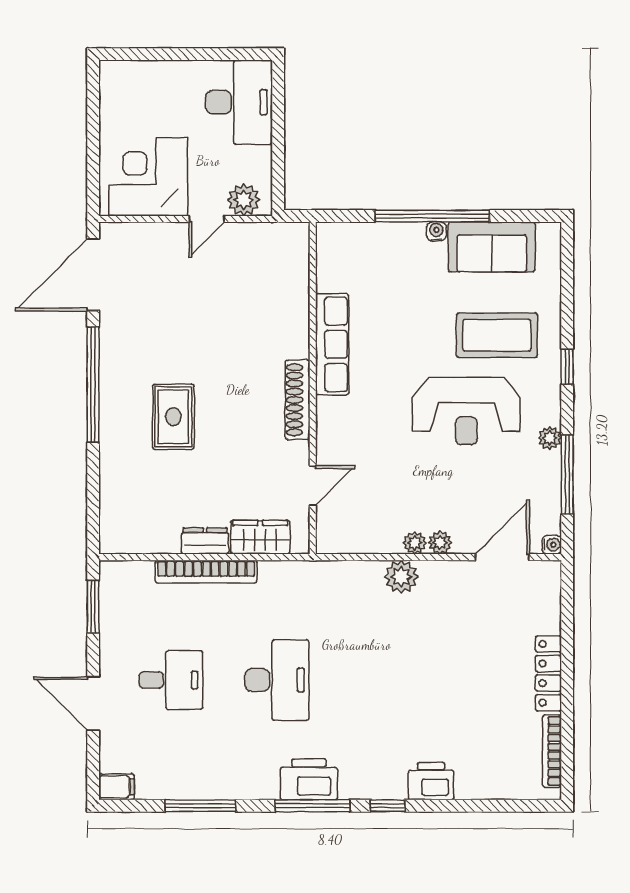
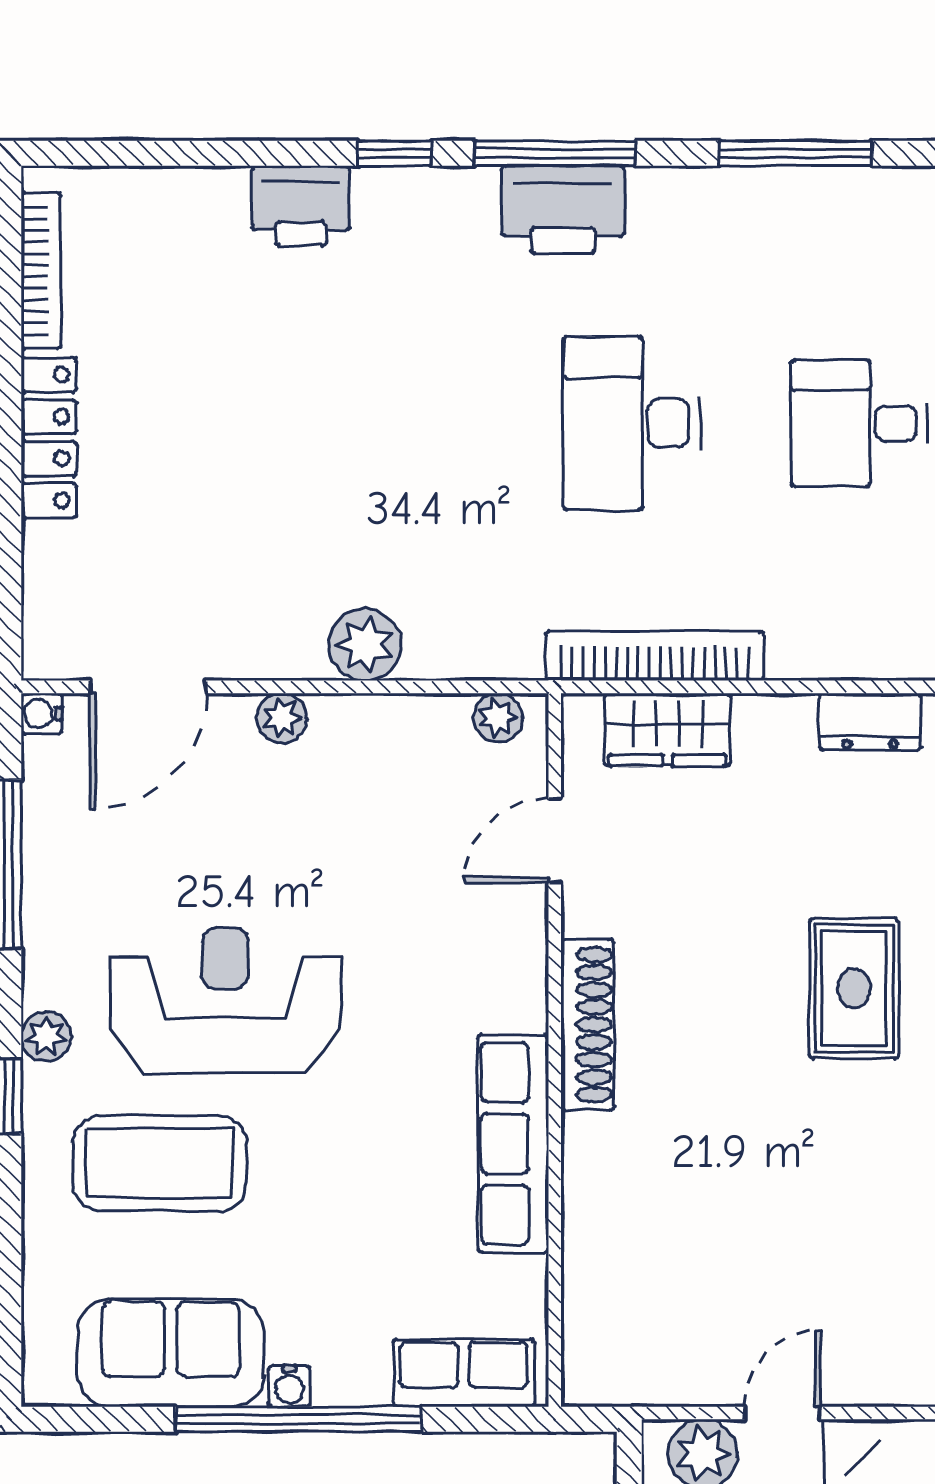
row of seats: (355, 238) -> (464, 1373), added
plant: (550, 438) -> (46, 1036), moved
dresser: (205, 541) -> (870, 722), moved
plant: (415, 543) -> (498, 718), moved
bookcase: (206, 572) -> (655, 656), moved

